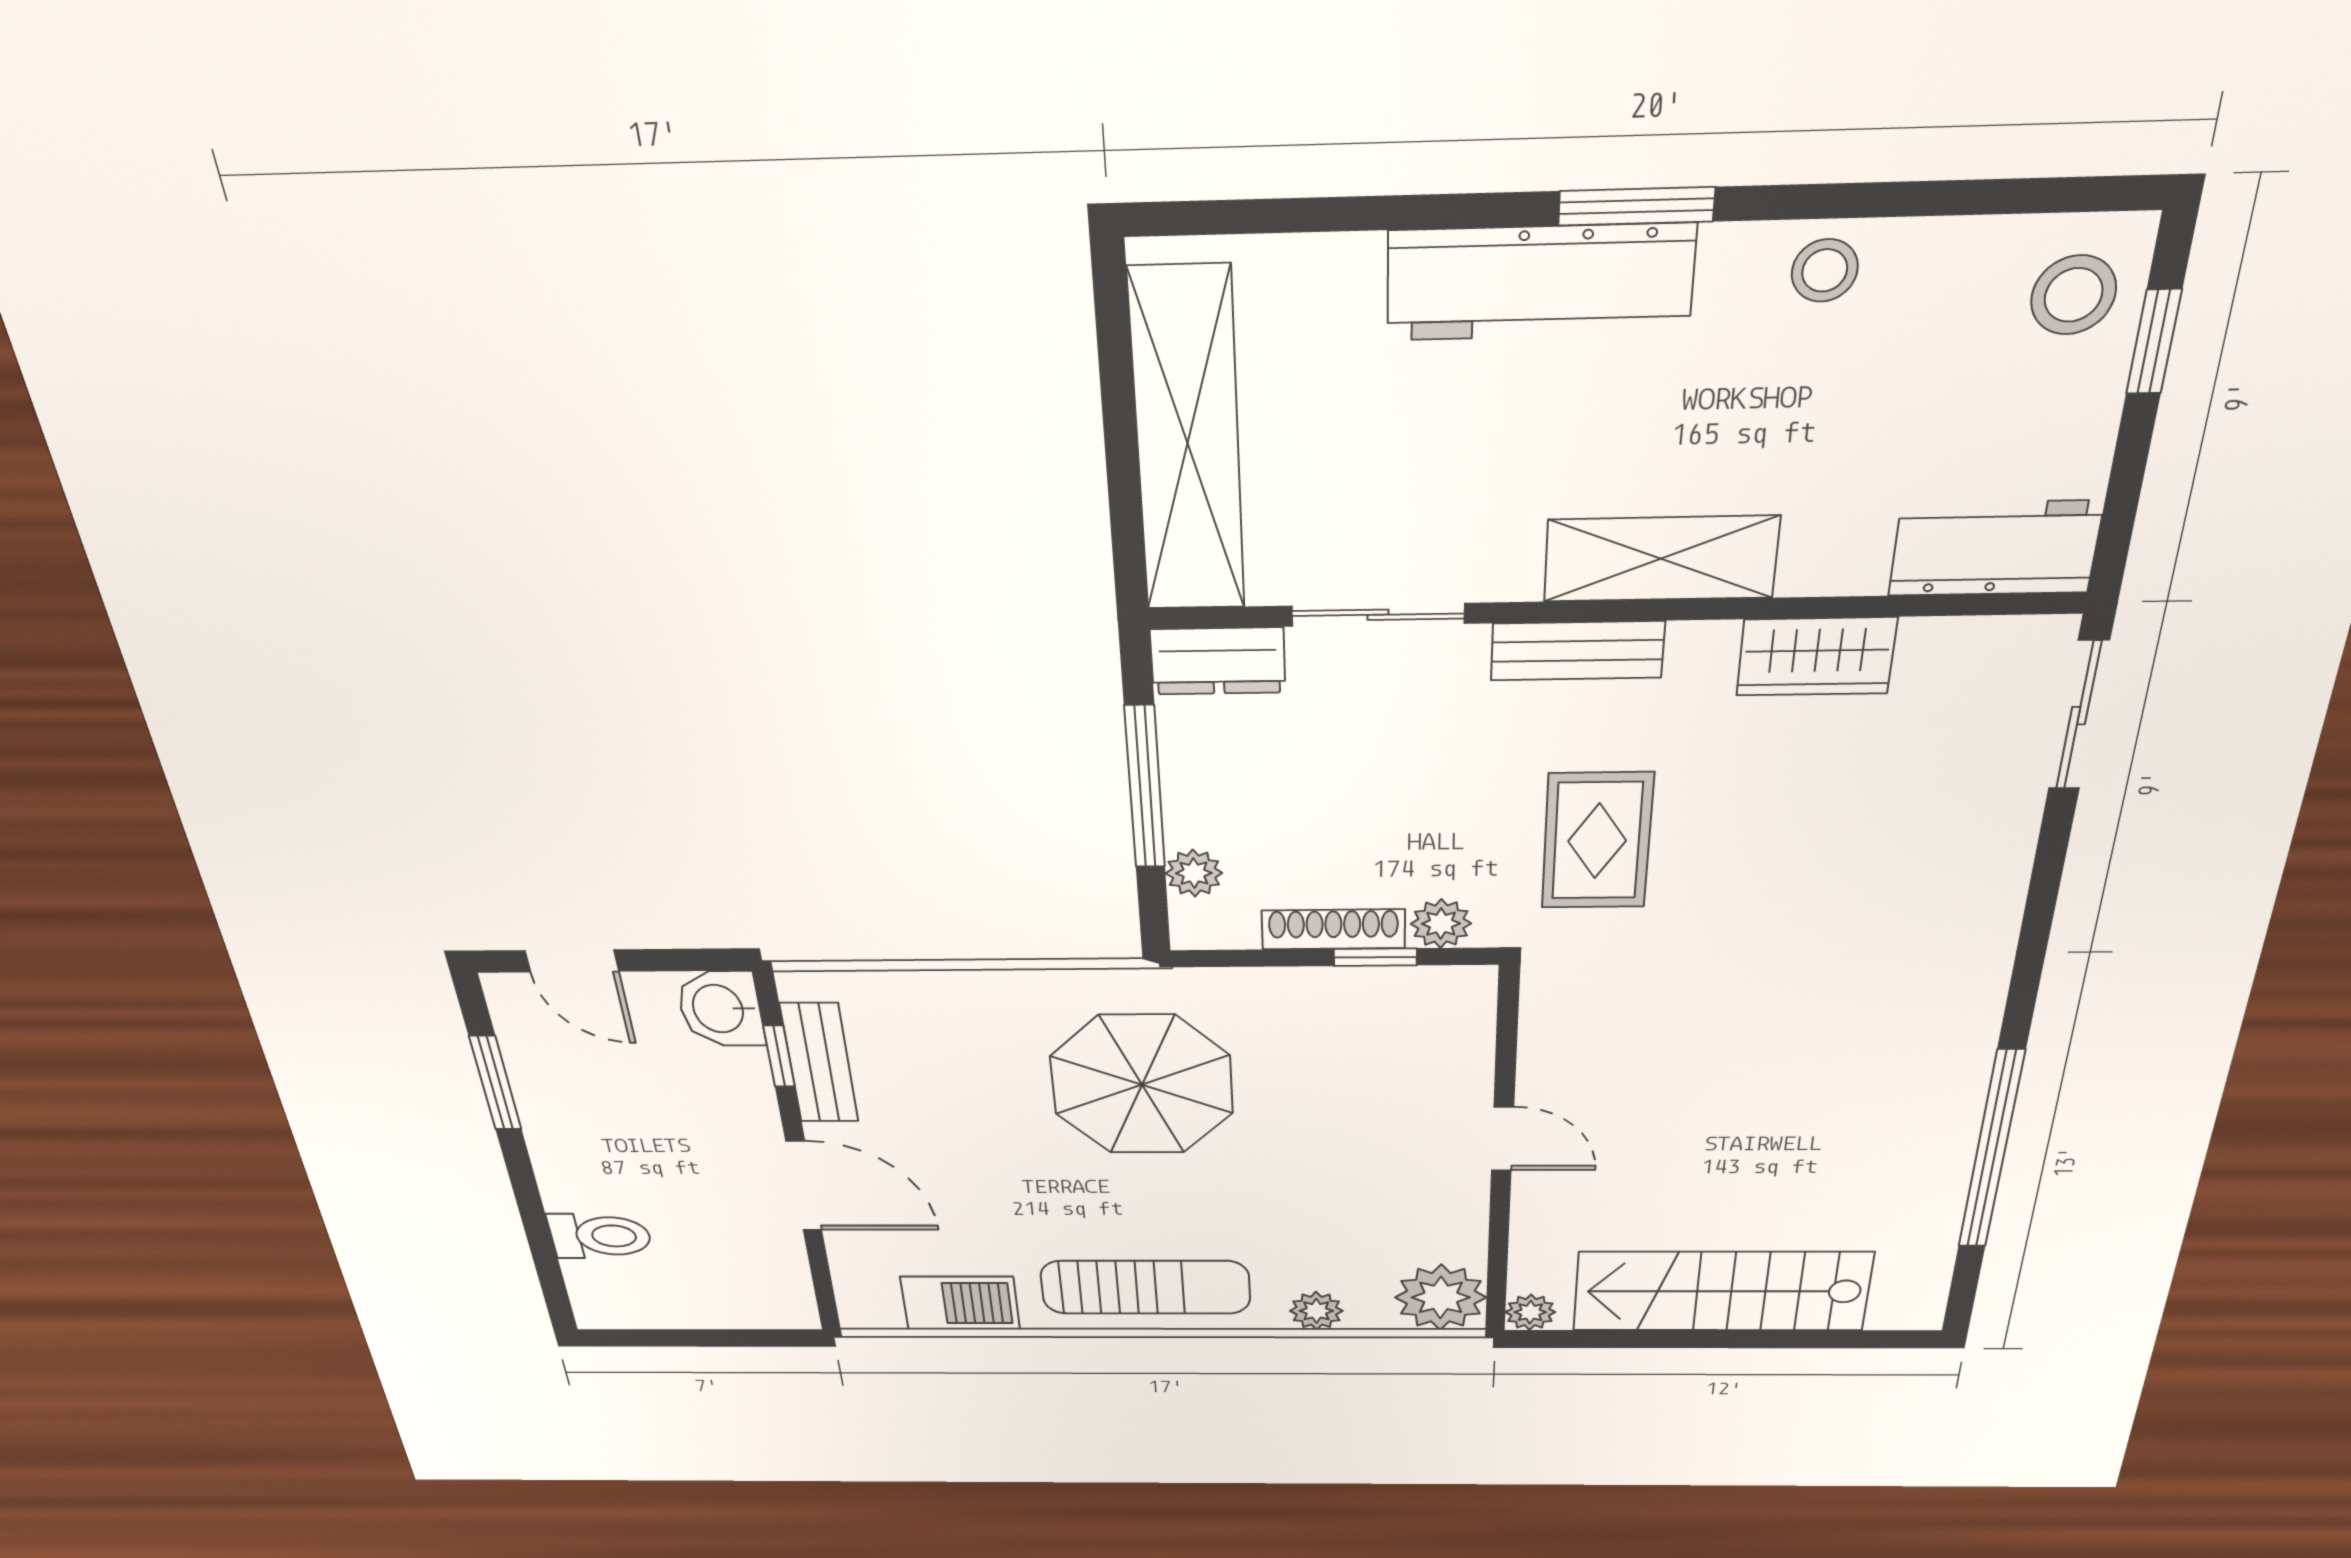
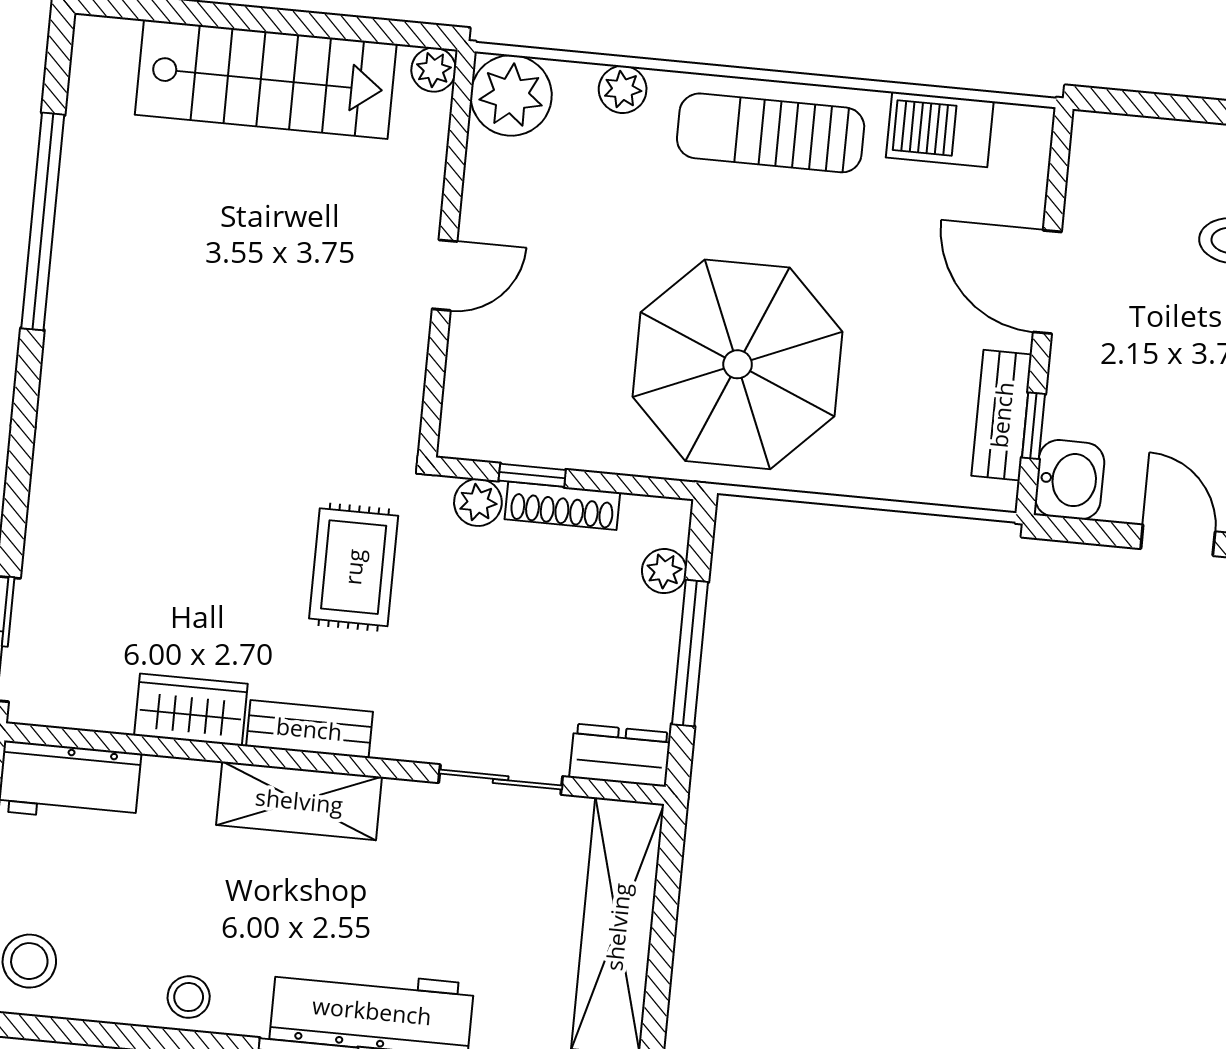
bench: (1577, 651) -> (309, 729), moved
parasol: (1142, 1085) -> (738, 364), width x1.36, depth x1.36
door: (1503, 1139) -> (445, 275), swing flipped

